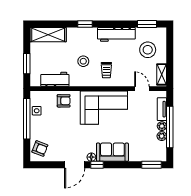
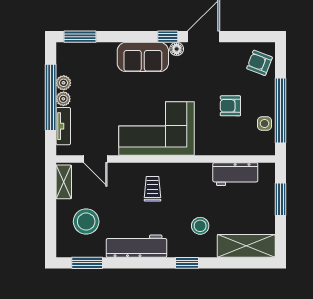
stool: (83, 61) -> (200, 226), moved
armchair: (64, 101) -> (230, 106), moved

